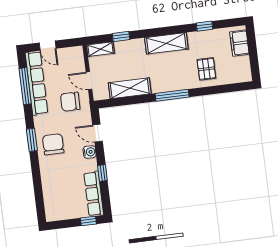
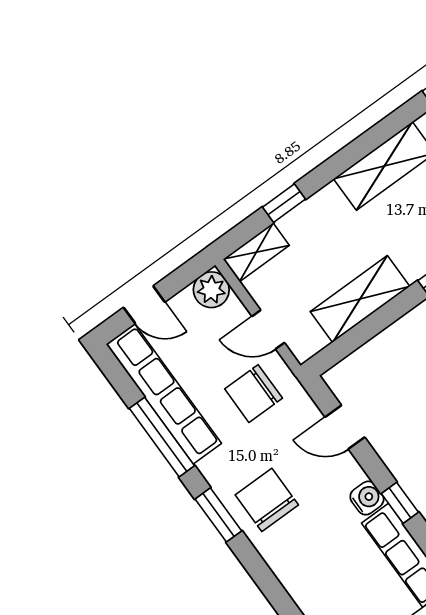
plant: (76, 54) -> (211, 290), added
window: (25, 86) -> (162, 437), moved
water cooler: (90, 152) -> (367, 498), moved

